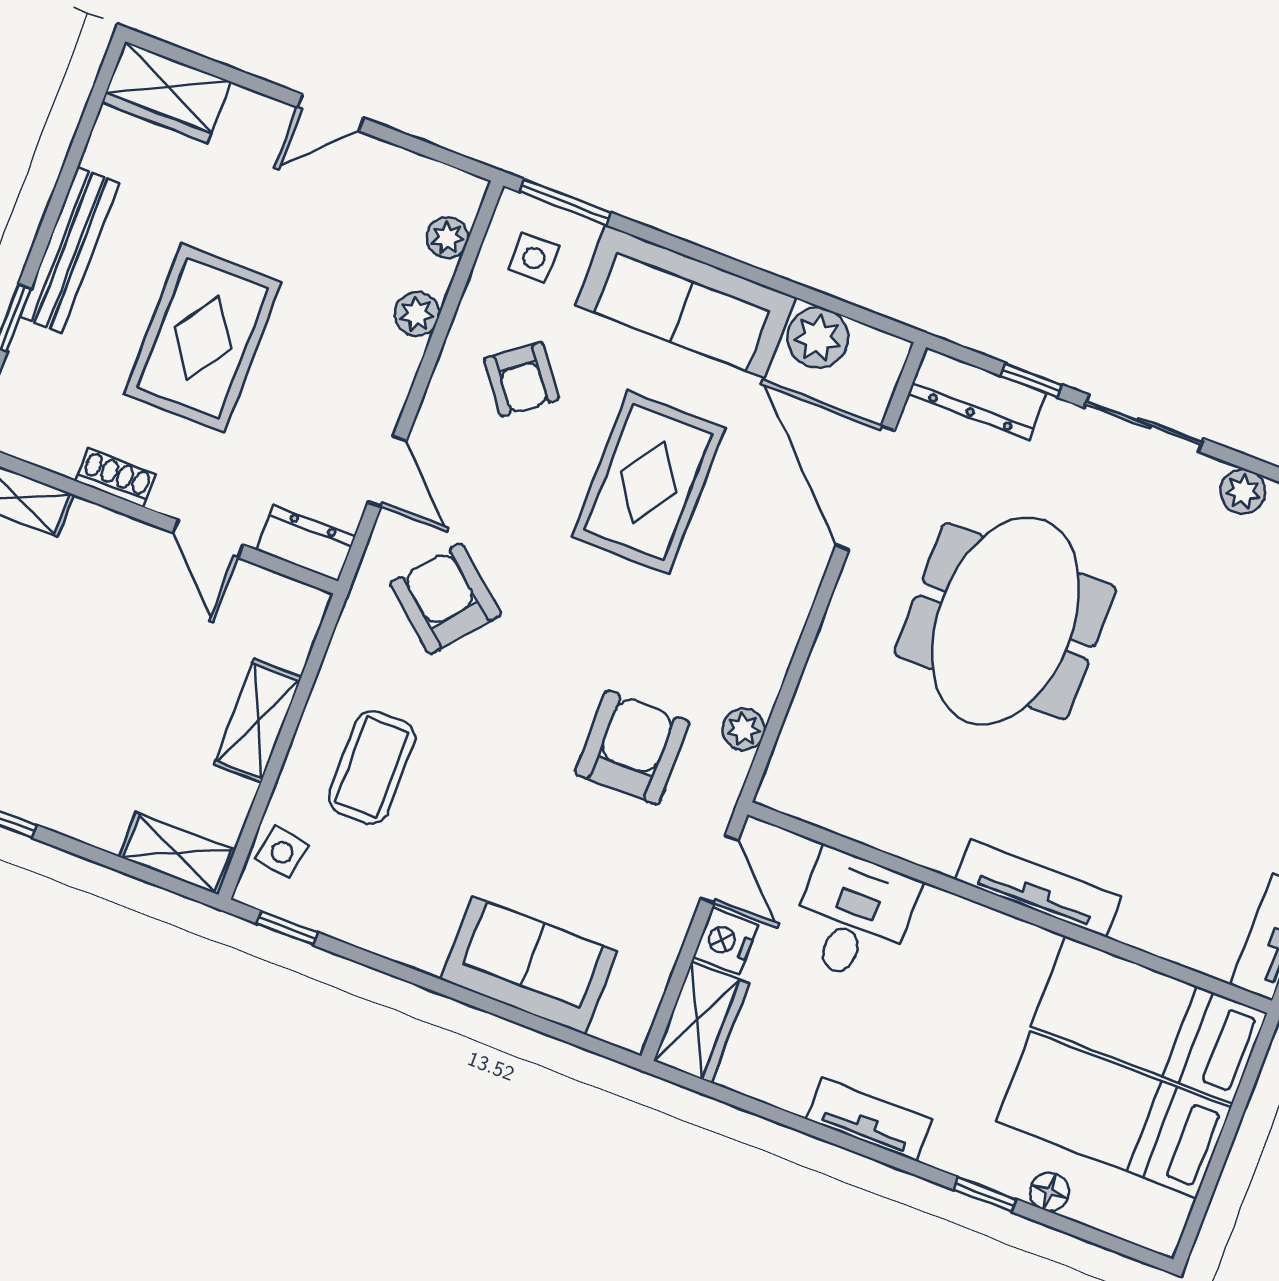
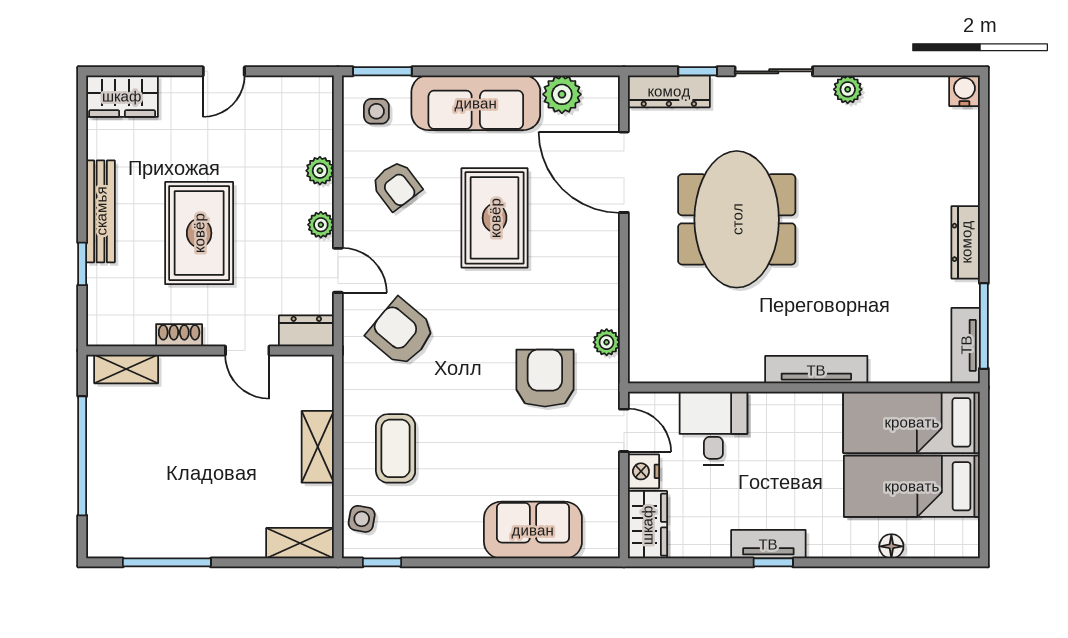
plant: (447, 238) -> (321, 225), moved
window: (985, 1194) -> (773, 562), moved

